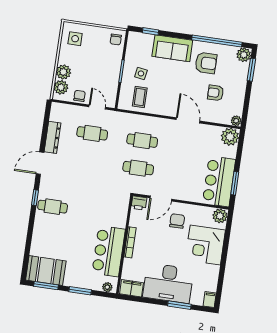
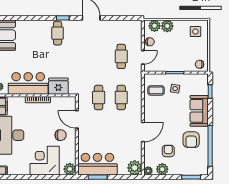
plant: (244, 55) -> (162, 169), moved
dresser: (52, 137) -> (113, 25), removed
printer: (139, 203) -> (71, 102), removed
fridge: (117, 215) -> (58, 86), added

